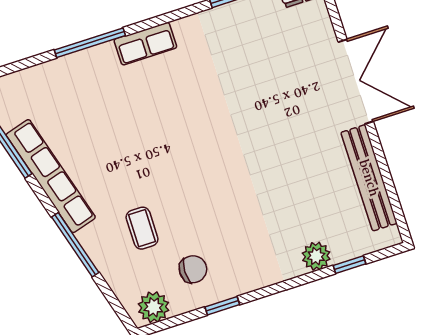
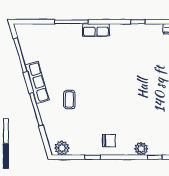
row of seats: (51, 176) -> (37, 82), width x0.73
coffee table: (142, 228) -> (69, 100), moved
chair: (193, 269) -> (109, 141), moved

